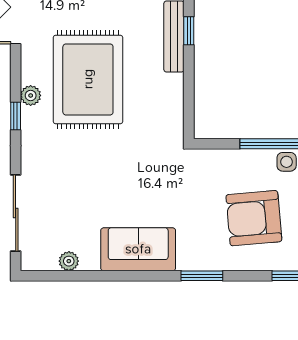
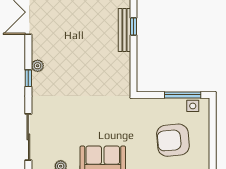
rug: (88, 79) -> (72, 56), removed

